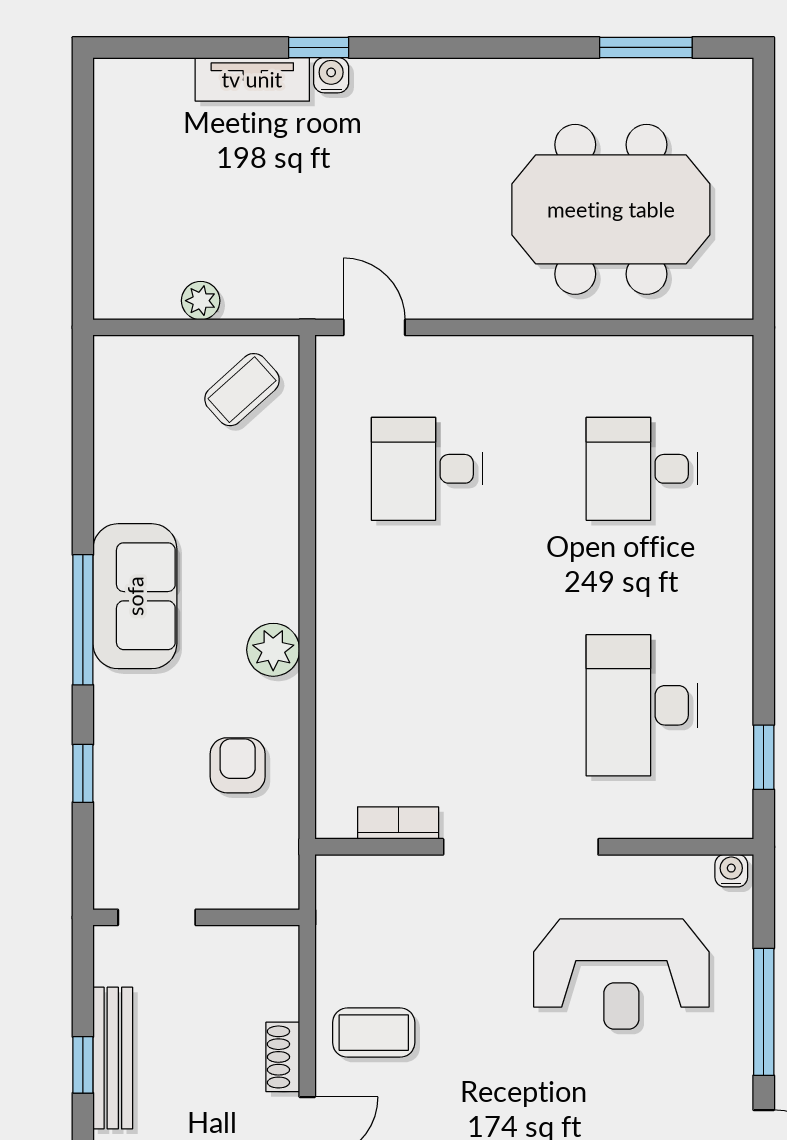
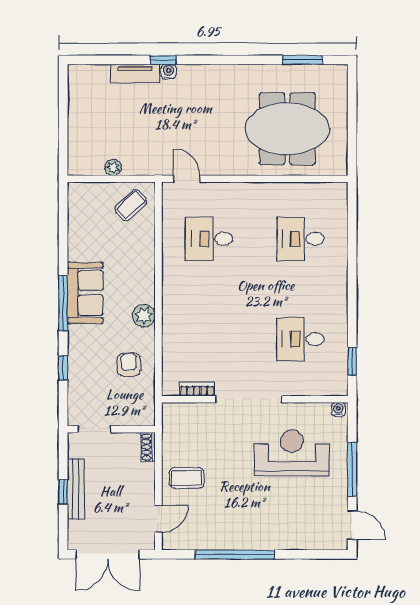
desk: (642, 705) -> (300, 339), width x0.73
reception desk: (621, 974) -> (292, 453), turned 180
shoe rack: (283, 1057) -> (148, 447), moved

